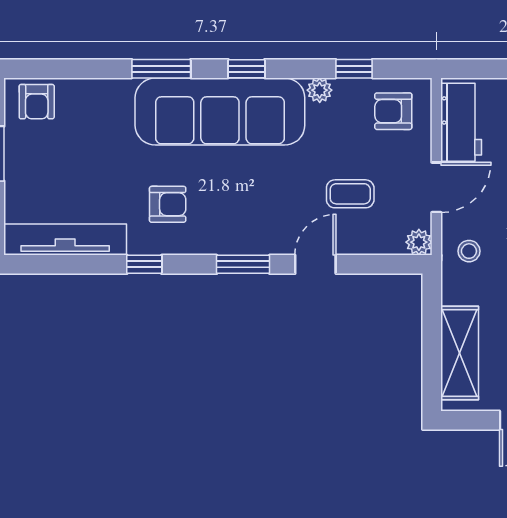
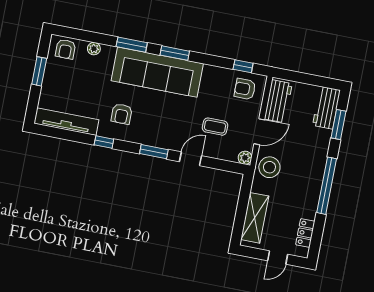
window: (246, 69) -> (175, 53), width x1.50
window: (354, 69) -> (243, 66), moved
plant: (320, 90) -> (94, 49), moved
armchair: (168, 204) -> (122, 114), turned 90
stool: (469, 251) -> (269, 167), width x1.89, depth x1.89

